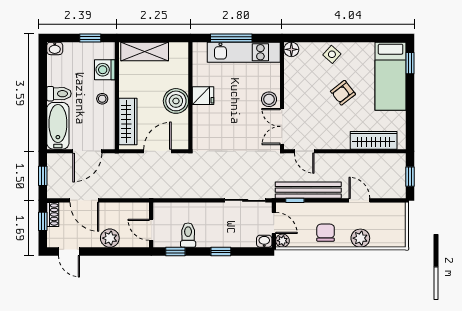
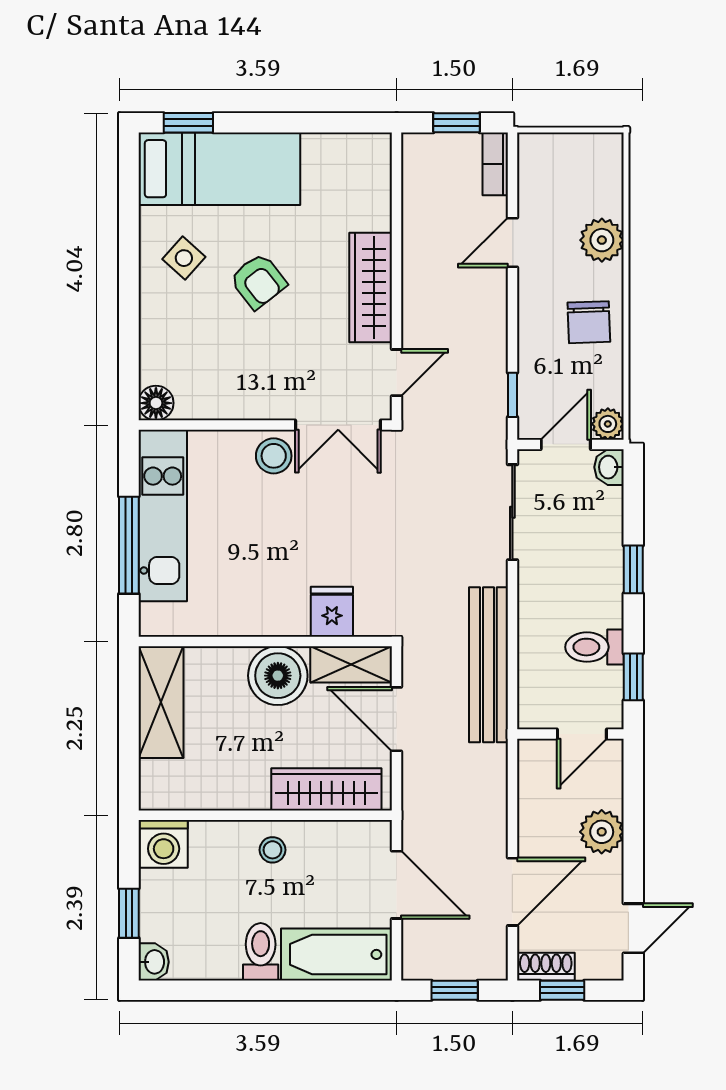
window: (90, 38) -> (129, 913), moved
shelving: (145, 51) -> (161, 702), moved
side table: (332, 54) -> (184, 258), moved
washing machine: (105, 70) -> (164, 844), moved
fridge: (203, 96) -> (332, 612), moved
shelving: (181, 132) -> (351, 664), added
wardrobe: (374, 140) -> (371, 288), moved
bench: (308, 190) -> (488, 665), moved
bookcase: (393, 193) -> (495, 164), added
chair: (326, 233) -> (589, 322), turned -92

